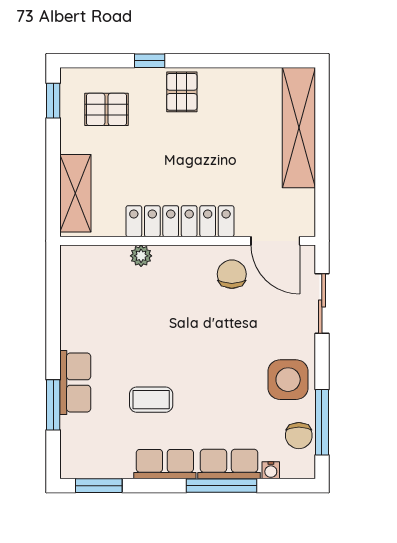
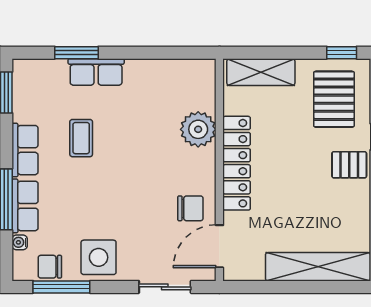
pallet: (106, 109) -> (334, 99), width x1.50, depth x1.42
plant: (141, 256) -> (198, 129), width x1.87, depth x1.87

